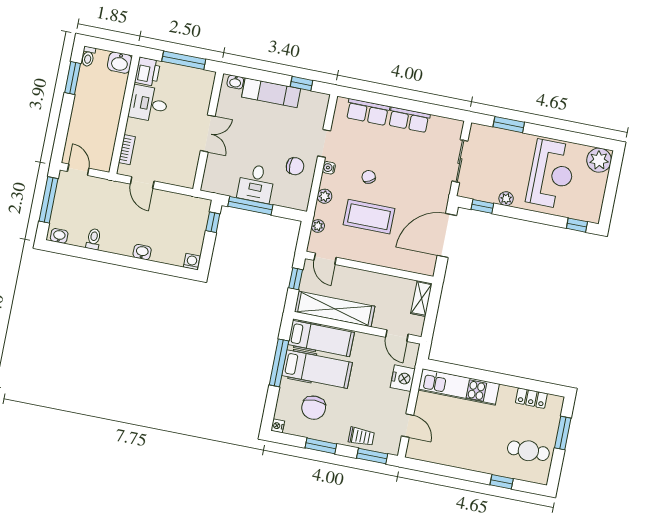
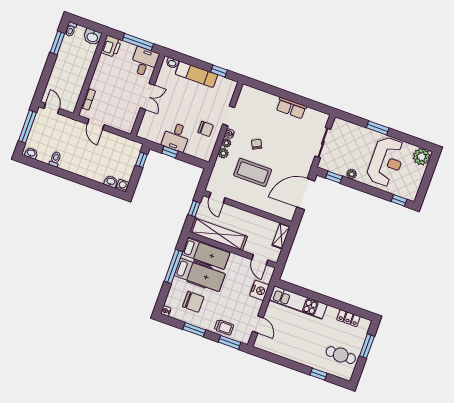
desk: (149, 104) -> (144, 62), moved, turned 90
row of seats: (368, 112) -> (263, 98), removed
window: (509, 125) -> (378, 128), moved
window: (250, 206) -> (170, 152), width x0.46
plant: (318, 226) -> (226, 143), moved
washbasin: (142, 252) -> (111, 182), moved
chair: (314, 408) -> (193, 302), turned -90

